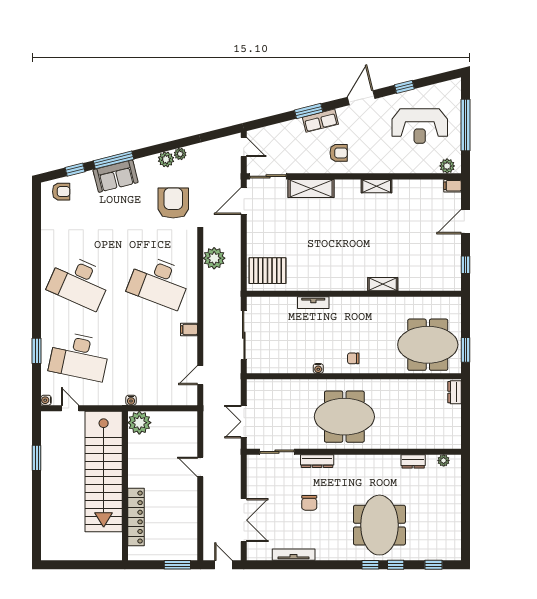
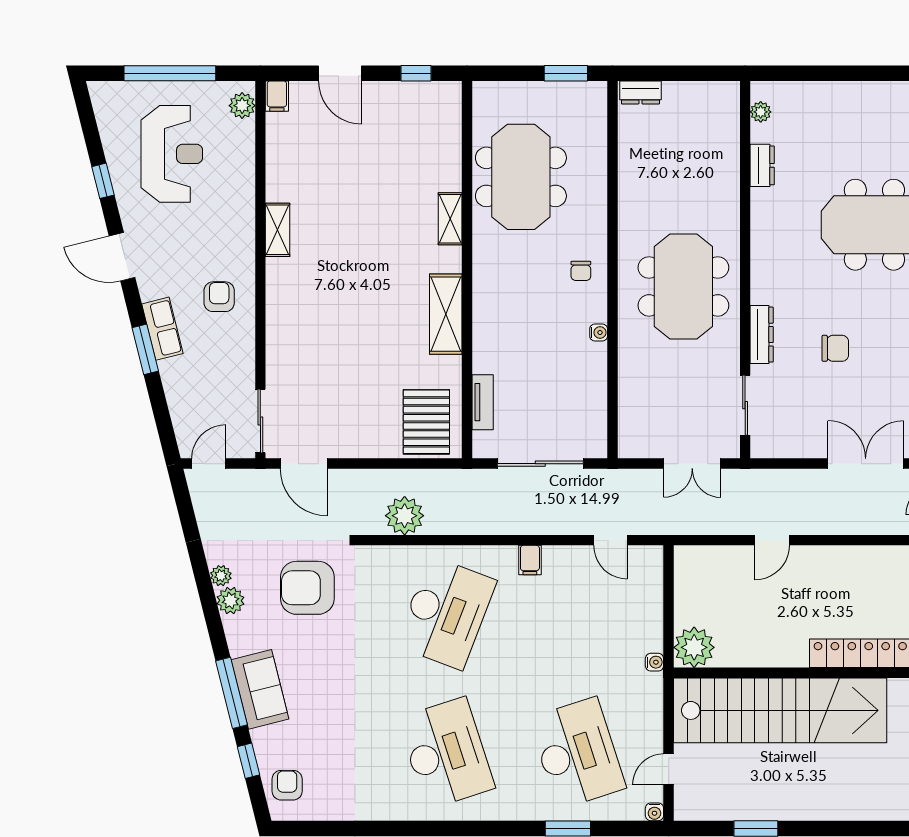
shelving: (311, 188) -> (446, 314), moved
desk: (79, 282) -> (446, 753), turned -42
tv unit: (313, 303) -> (483, 402), moved
meeting table: (428, 345) -> (521, 177), moved
desk: (79, 356) -> (577, 753), turned -30

